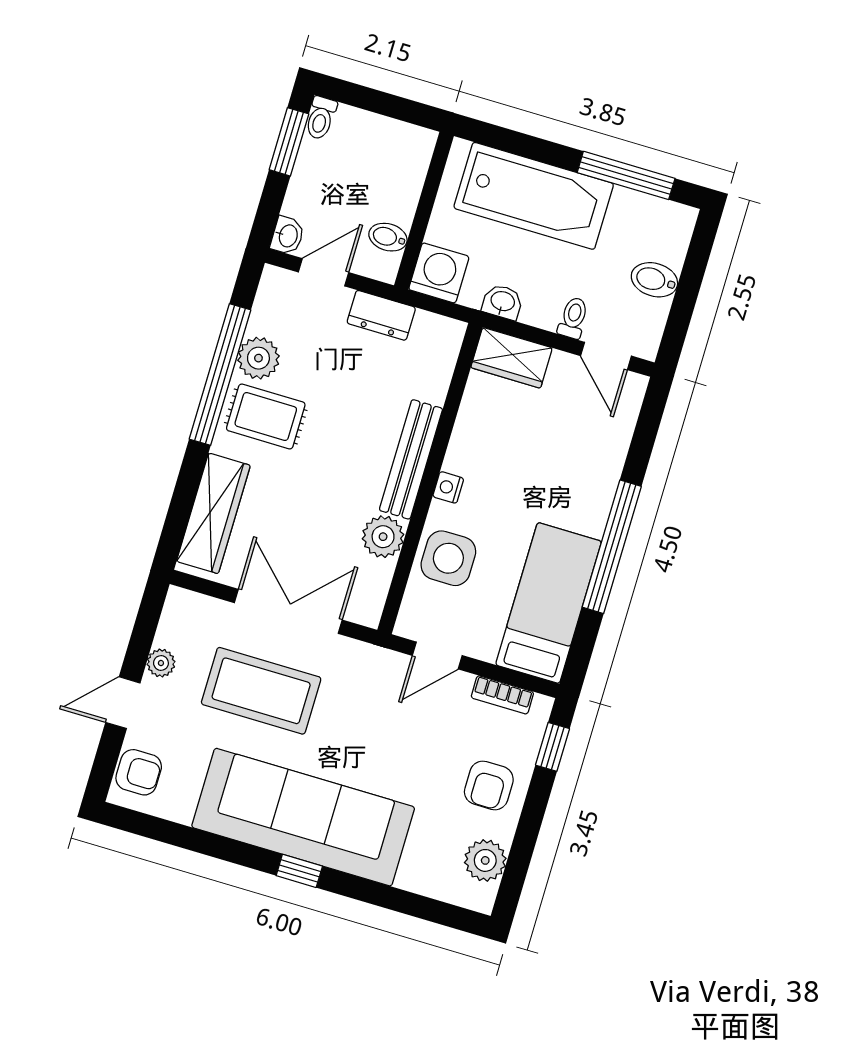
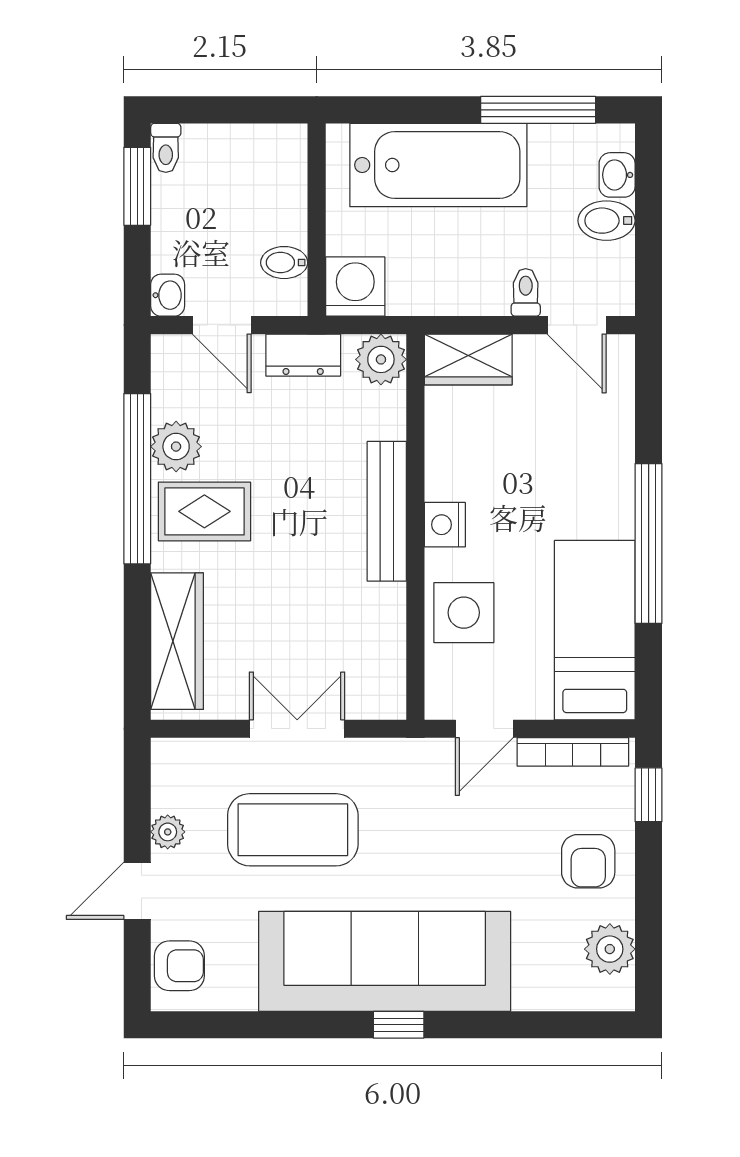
door: (323, 272) -> (222, 325), swing flipped
washbasin: (503, 302) -> (617, 175), moved, turned -90
nightstand: (448, 487) -> (445, 525), width x1.39, depth x1.35
plant: (383, 537) -> (381, 359), moved
double door: (288, 611) -> (297, 729), width x0.73
bookcase: (502, 695) -> (573, 752), width x1.56

